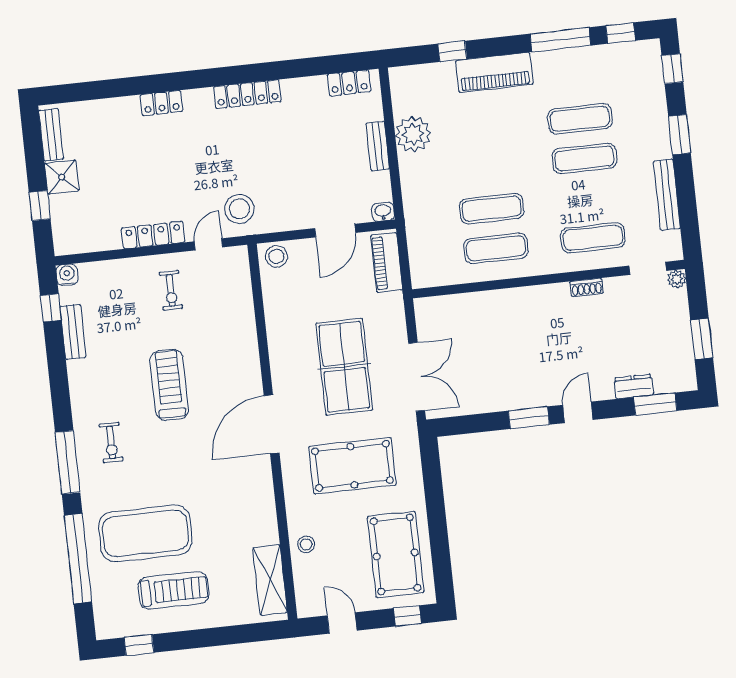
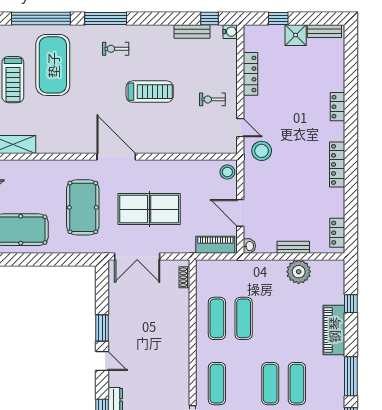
locker: (153, 235) -> (250, 74), moved
shoe rack: (587, 287) -> (184, 277), moved
stool: (306, 544) -> (34, 171), removed

